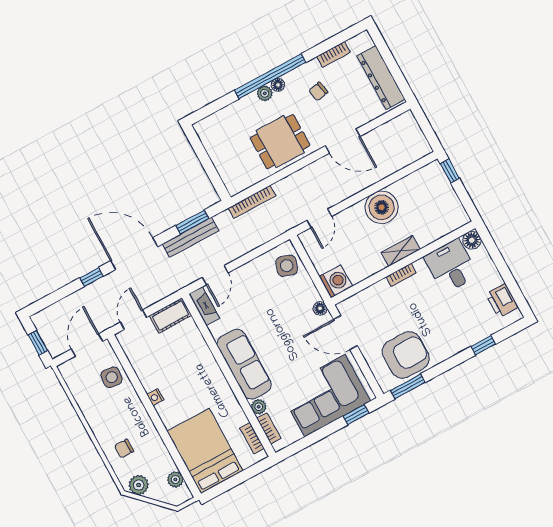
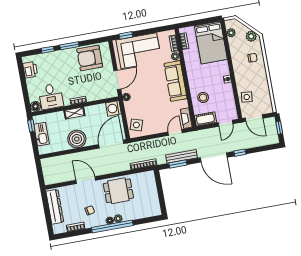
window: (450, 171) -> (31, 126), moved
kitchen sink: (446, 195) -> (41, 134), added
door: (319, 218) -> (111, 144), width x1.87
door: (345, 333) -> (117, 80), hinge flipped
door: (87, 345) -> (254, 118), hinge flipped
stool: (187, 351) -> (203, 97), added
window: (408, 386) -> (69, 46), moved

